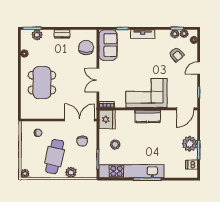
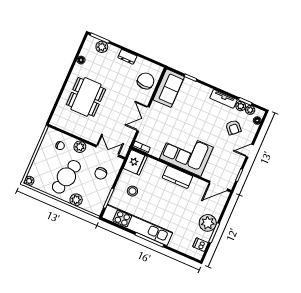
tv unit: (143, 34) -> (224, 99), moved
double door: (80, 120) -> (107, 151), width x0.73
plant: (55, 127) -> (80, 147), added

